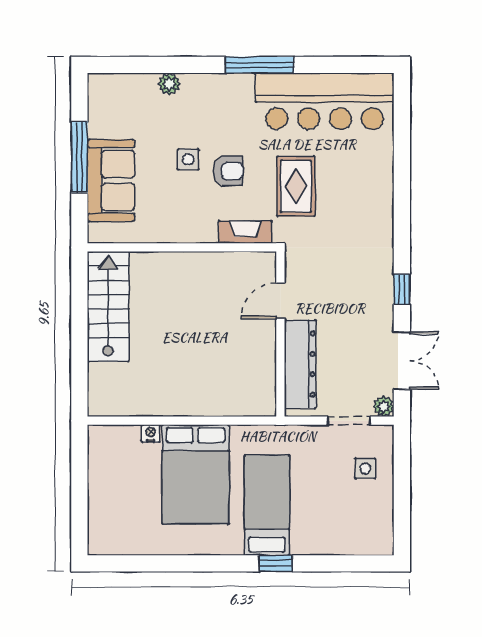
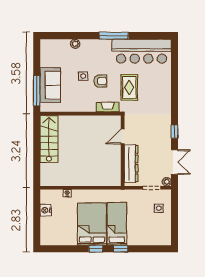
window: (79, 157) -> (37, 91), moved
nightstand: (100, 473) -> (46, 210), added
bed: (195, 474) -> (92, 224), moved, turned 180
window: (218, 563) -> (96, 249), added

